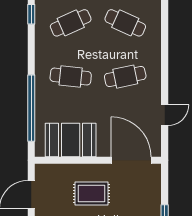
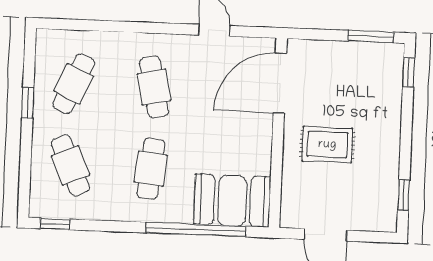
booth: (71, 140) -> (232, 201), moved, turned 90
rug: (92, 194) -> (327, 145), turned 90

